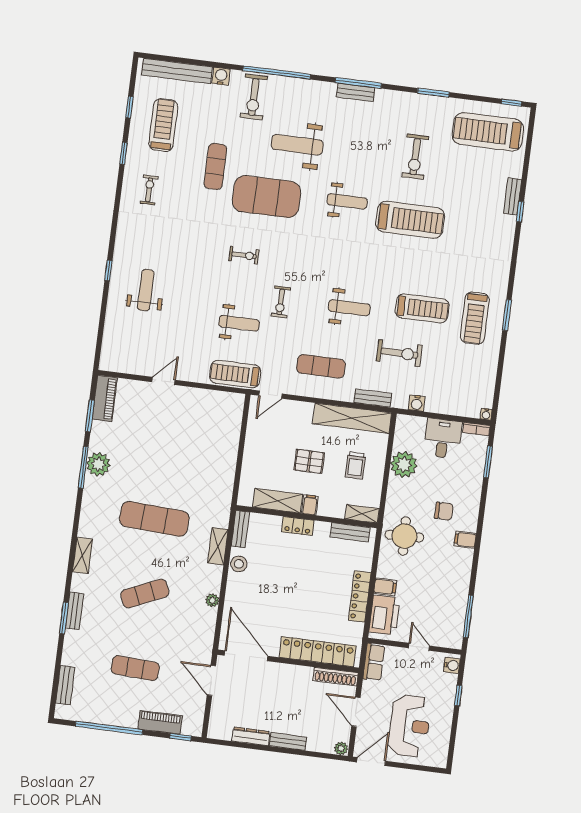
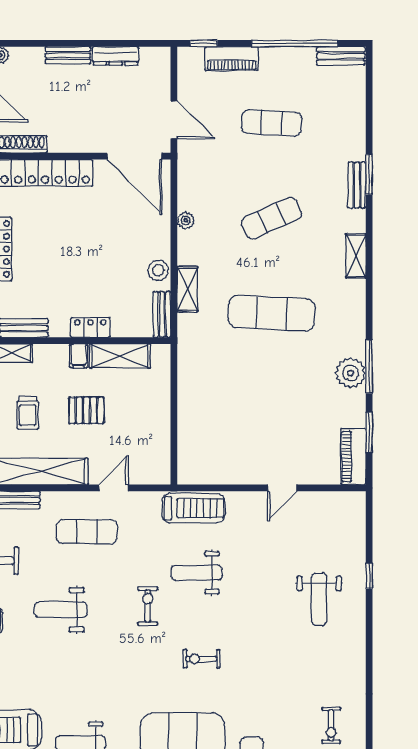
window: (108, 271) -> (369, 576), moved
door: (271, 395) -> (114, 488), moved
trolley: (355, 465) -> (28, 413), turned 180
bench: (65, 685) -> (341, 56), moved, turned 90

